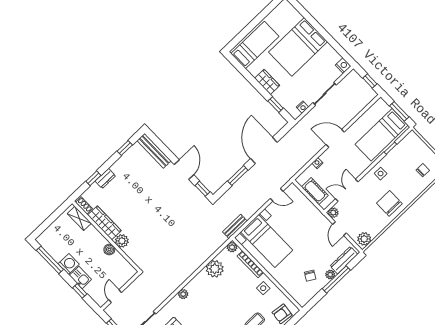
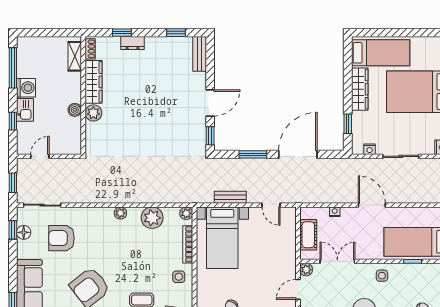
wardrobe: (267, 82) -> (360, 89), width x1.50
bench: (154, 151) -> (200, 54), width x0.73
bench: (235, 226) -> (230, 197), moved
plant: (183, 294) -> (120, 213), moved

